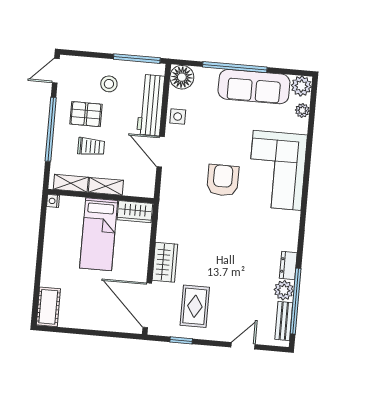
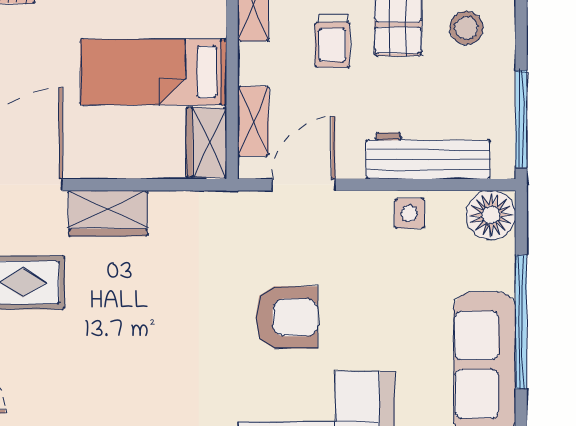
stool: (109, 84) -> (466, 28), moved
door: (161, 152) -> (304, 185), moved
shelving: (106, 186) -> (253, 121), moved

